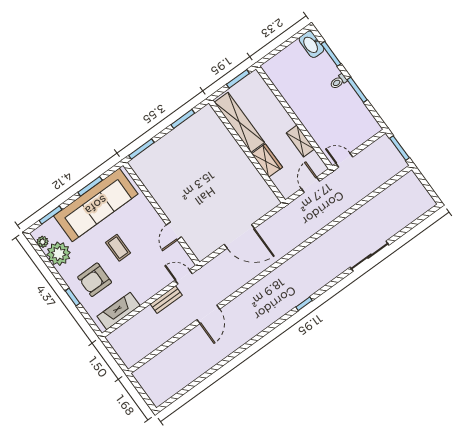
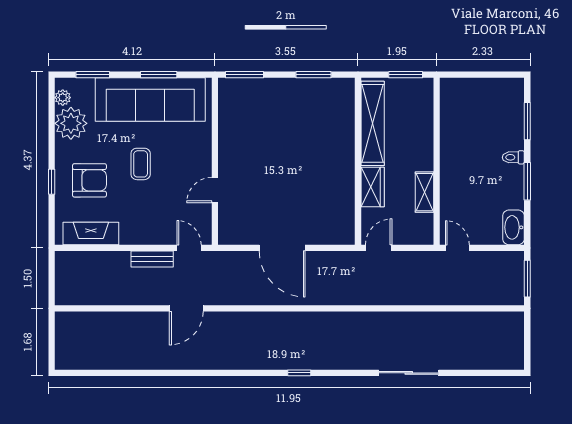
washbasin: (311, 44) -> (514, 227), moved
door: (310, 185) -> (379, 248), moved
armchair: (95, 280) -> (89, 180), turned 180

